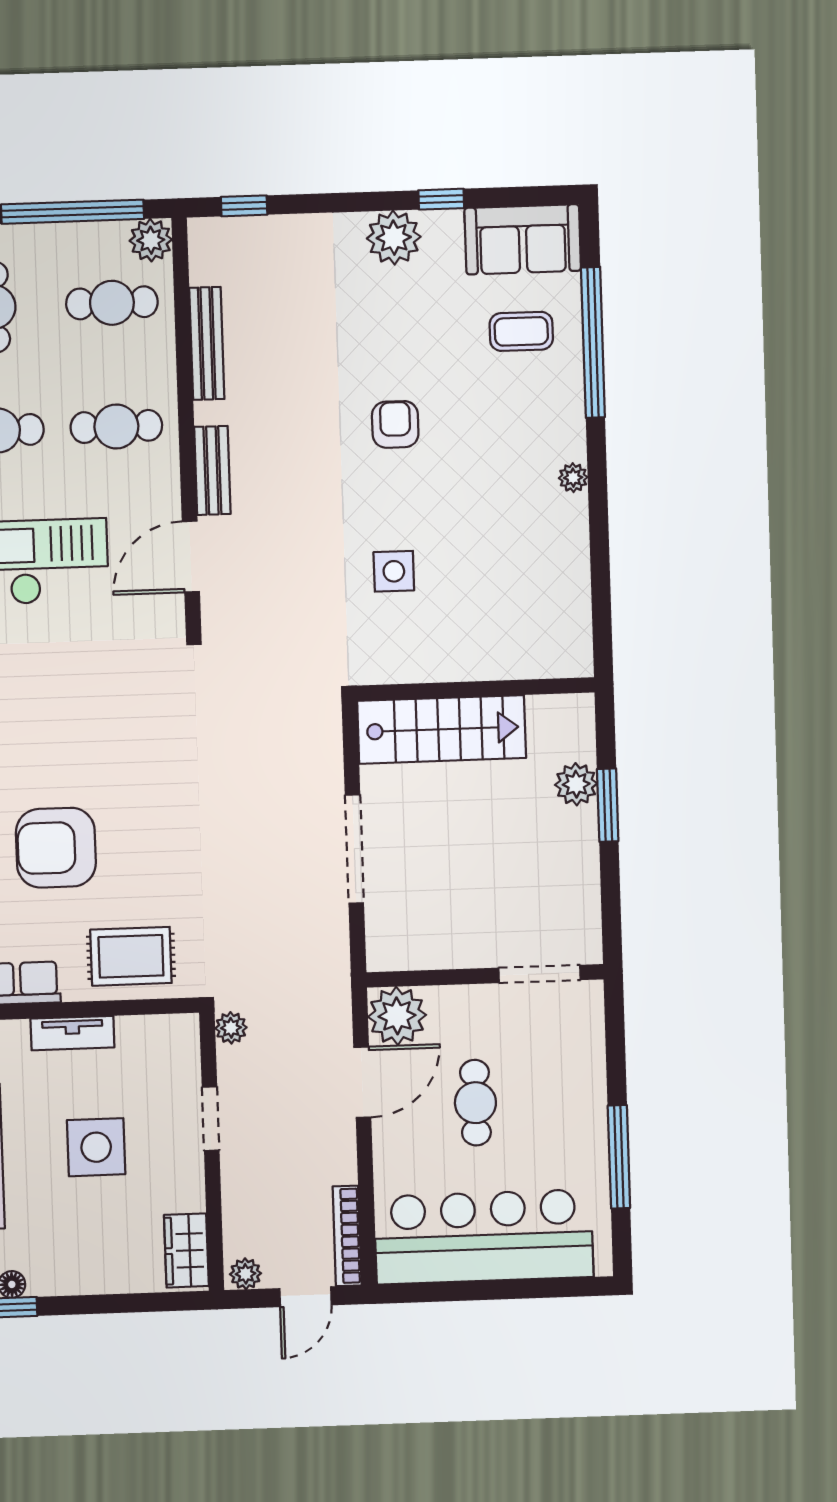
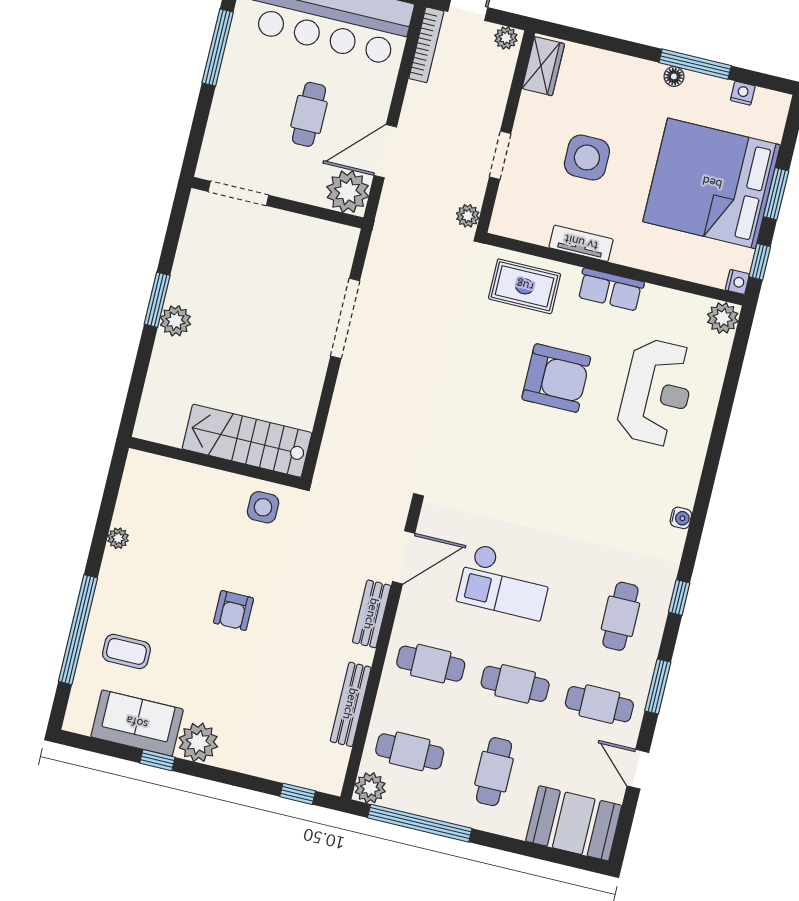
sofa: (523, 239) -> (137, 723), moved
wall: (476, 689) -> (215, 463), moved
stairs: (442, 729) -> (247, 441), moved

